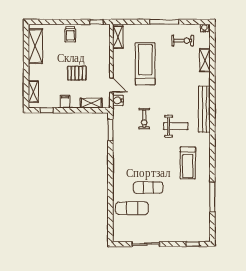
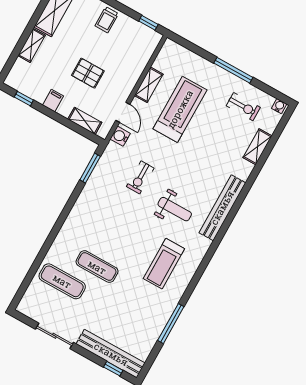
shelving: (118, 37) -> (149, 85), moved
shelving: (33, 92) -> (32, 45), moved
bench: (186, 236) -> (111, 354), added

